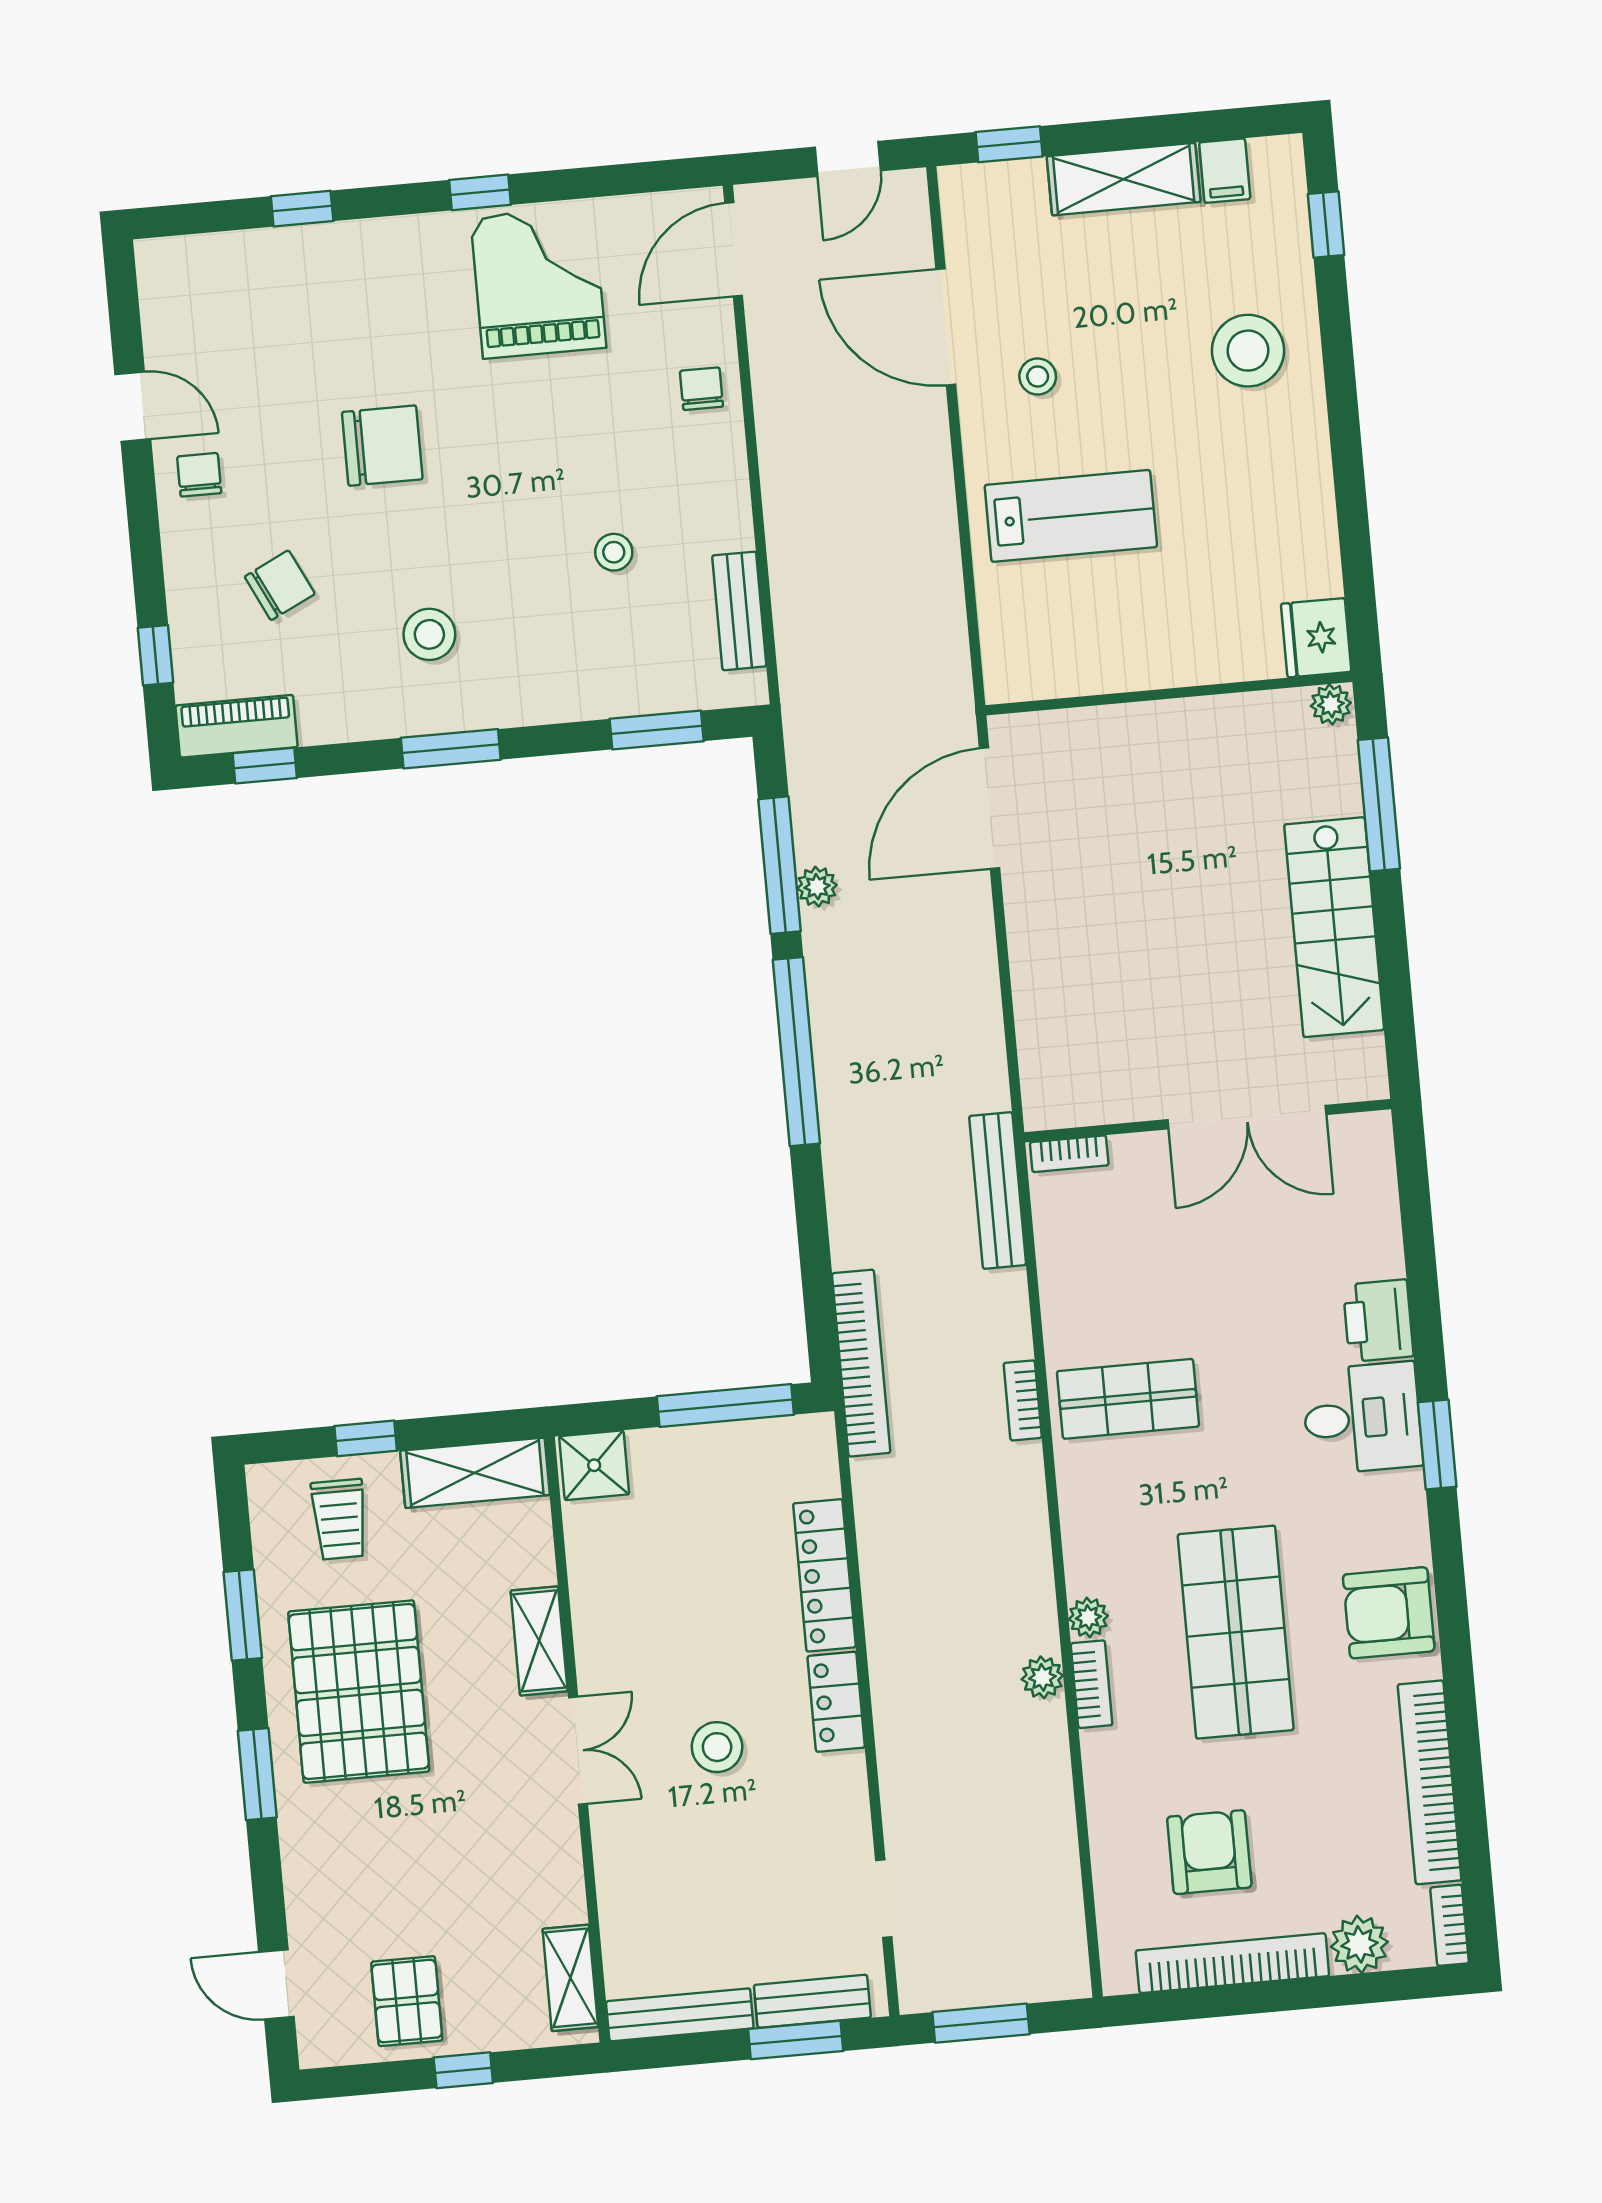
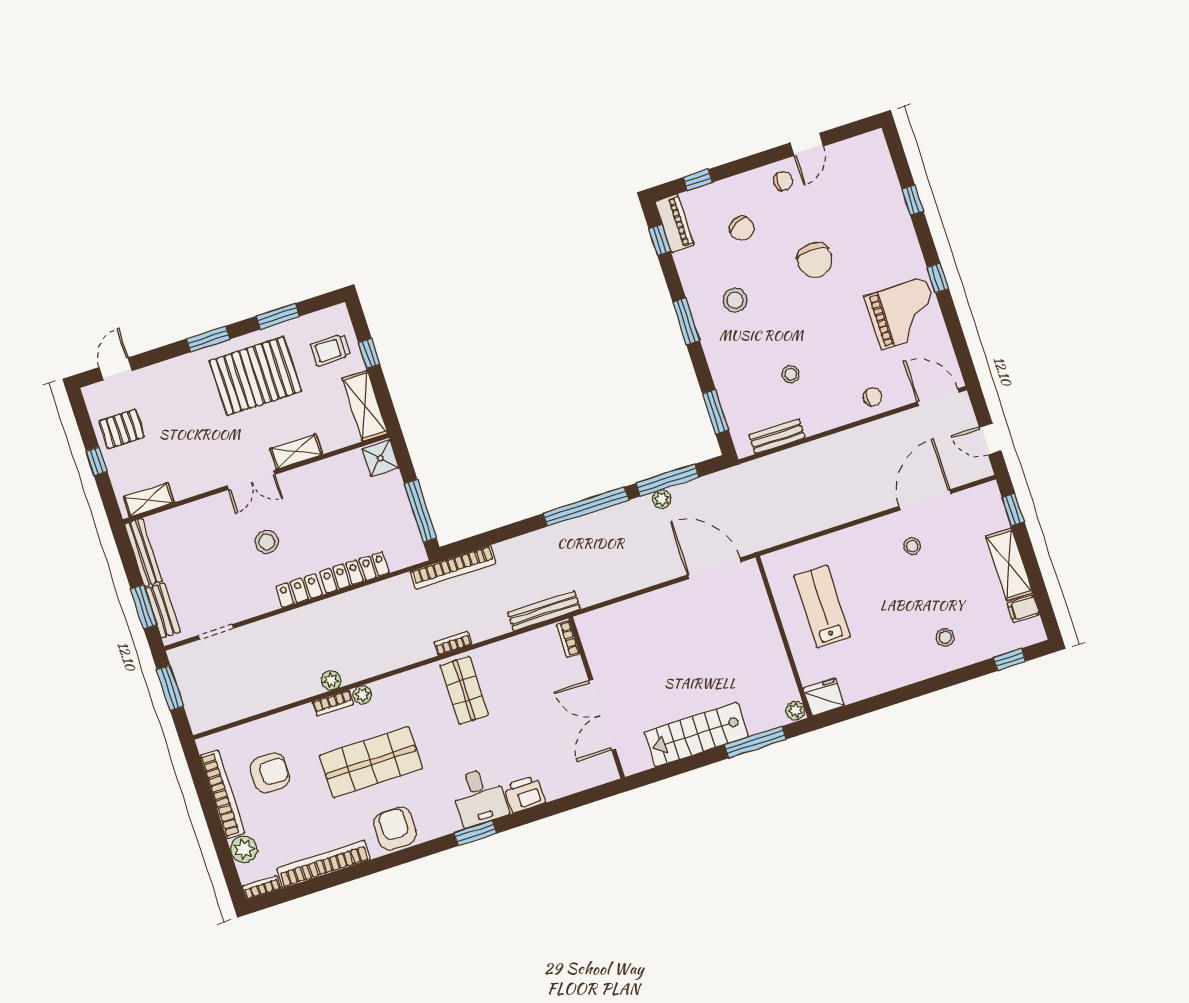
stool: (1248, 351) -> (945, 637), width x0.53, depth x0.53
lab bench: (1071, 516) -> (822, 606), moved, turned 180

